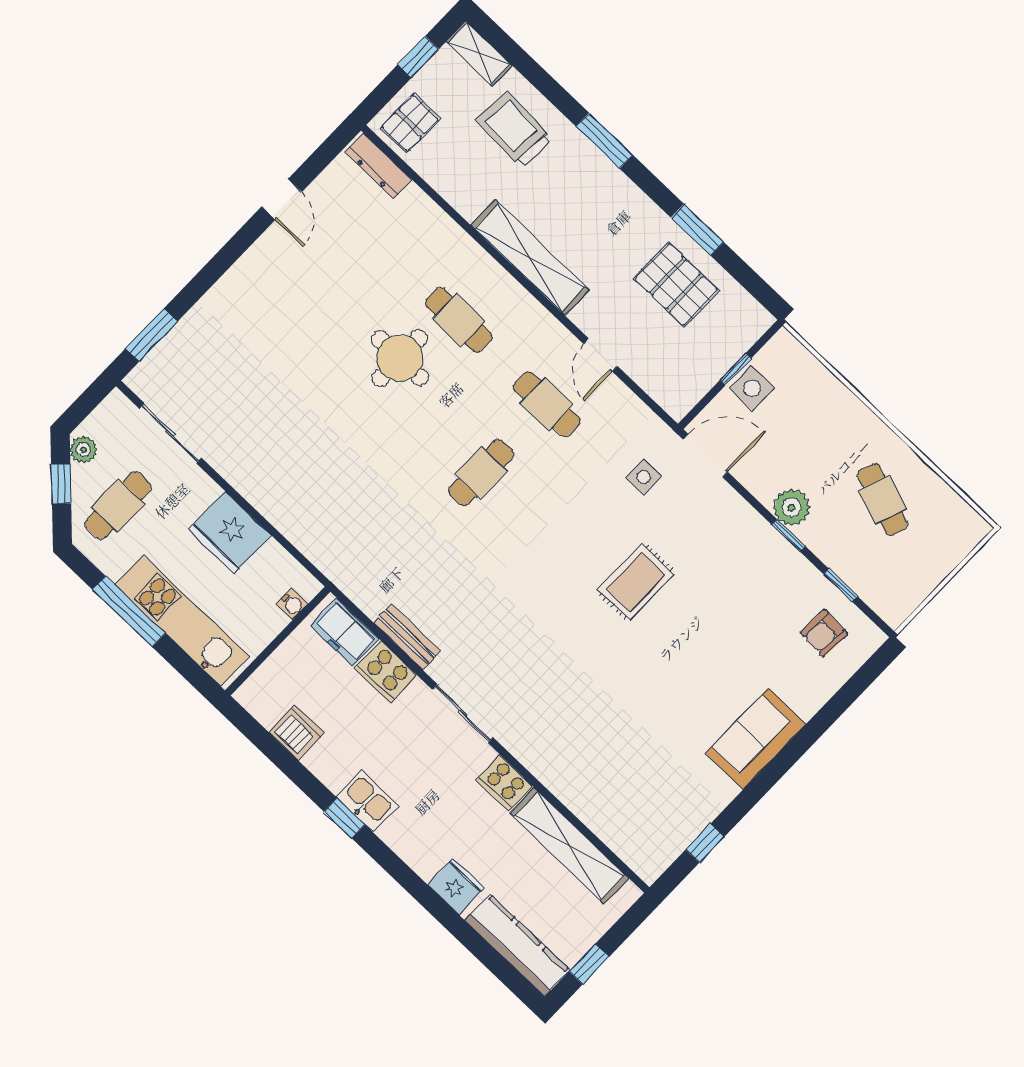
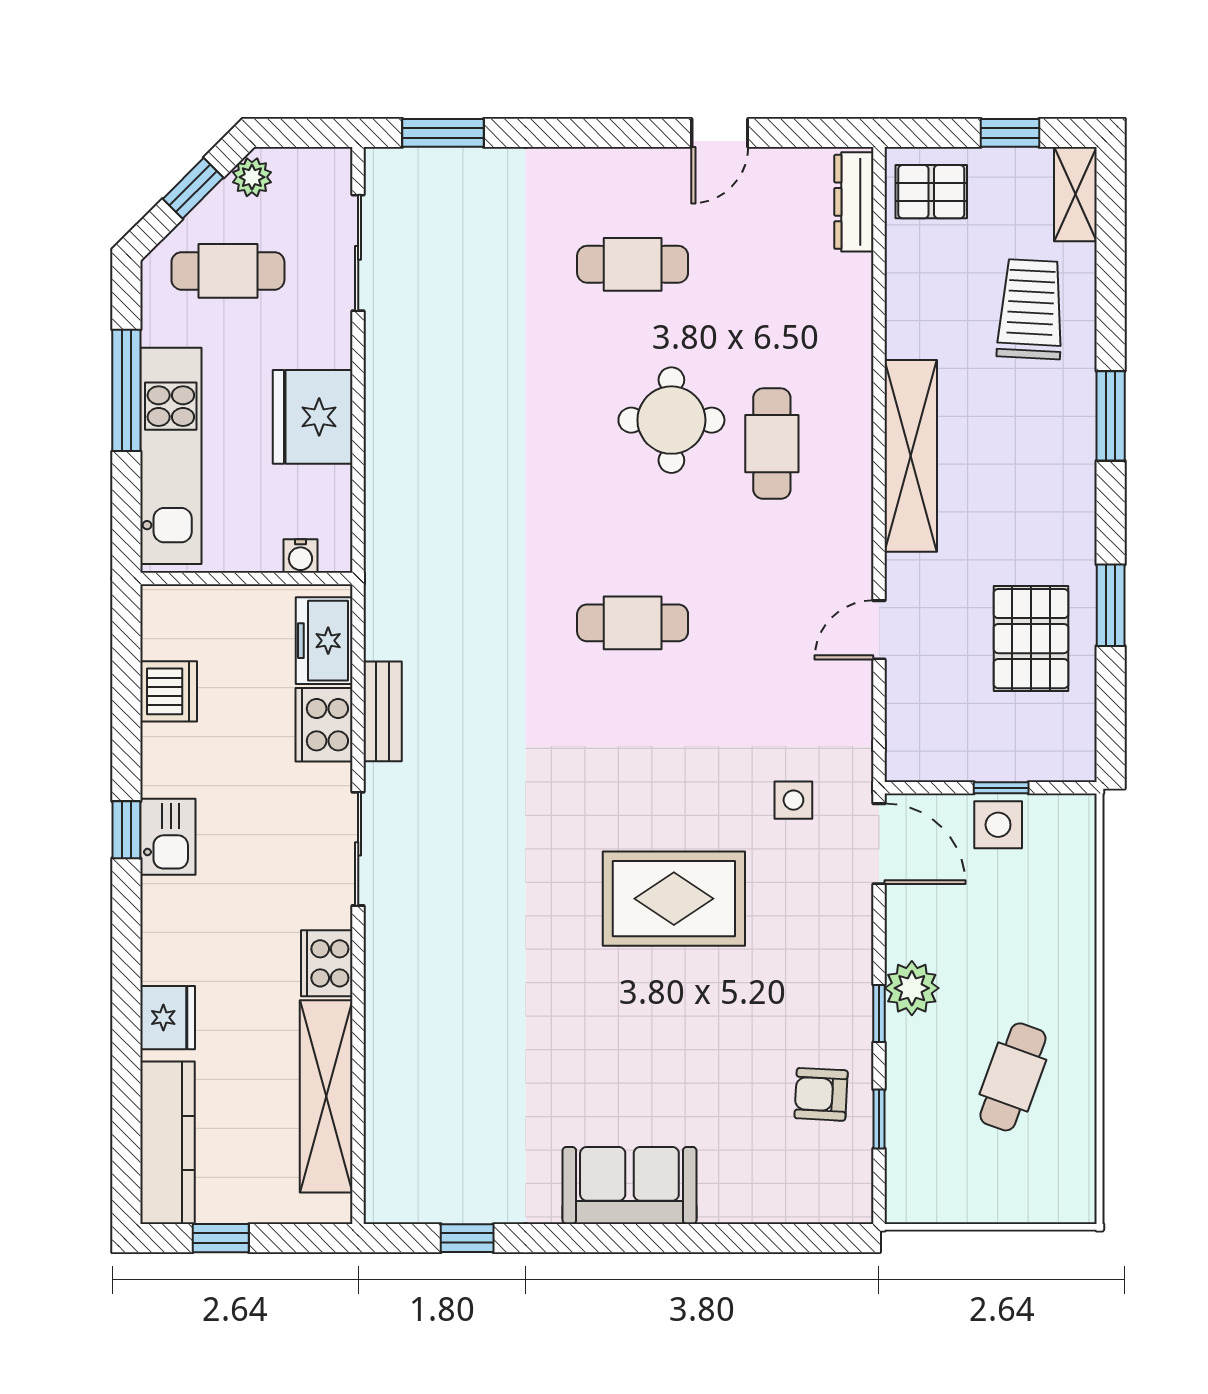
cafe table: (547, 404) -> (633, 264), moved, turned 90
rug: (636, 582) -> (674, 899), width x1.36, depth x1.43
armchair: (824, 633) -> (821, 1094), moved

